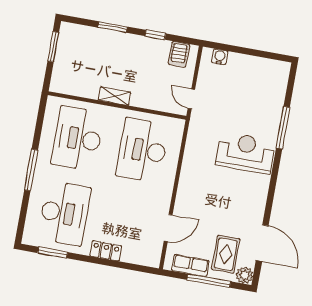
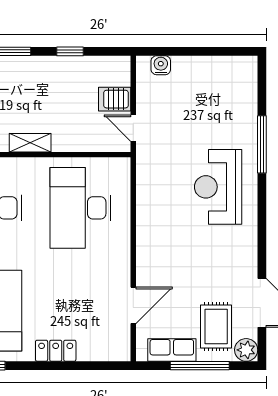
server rack: (179, 54) -> (115, 99), moved, turned 90
reception desk: (245, 153) -> (218, 187), turned -90

